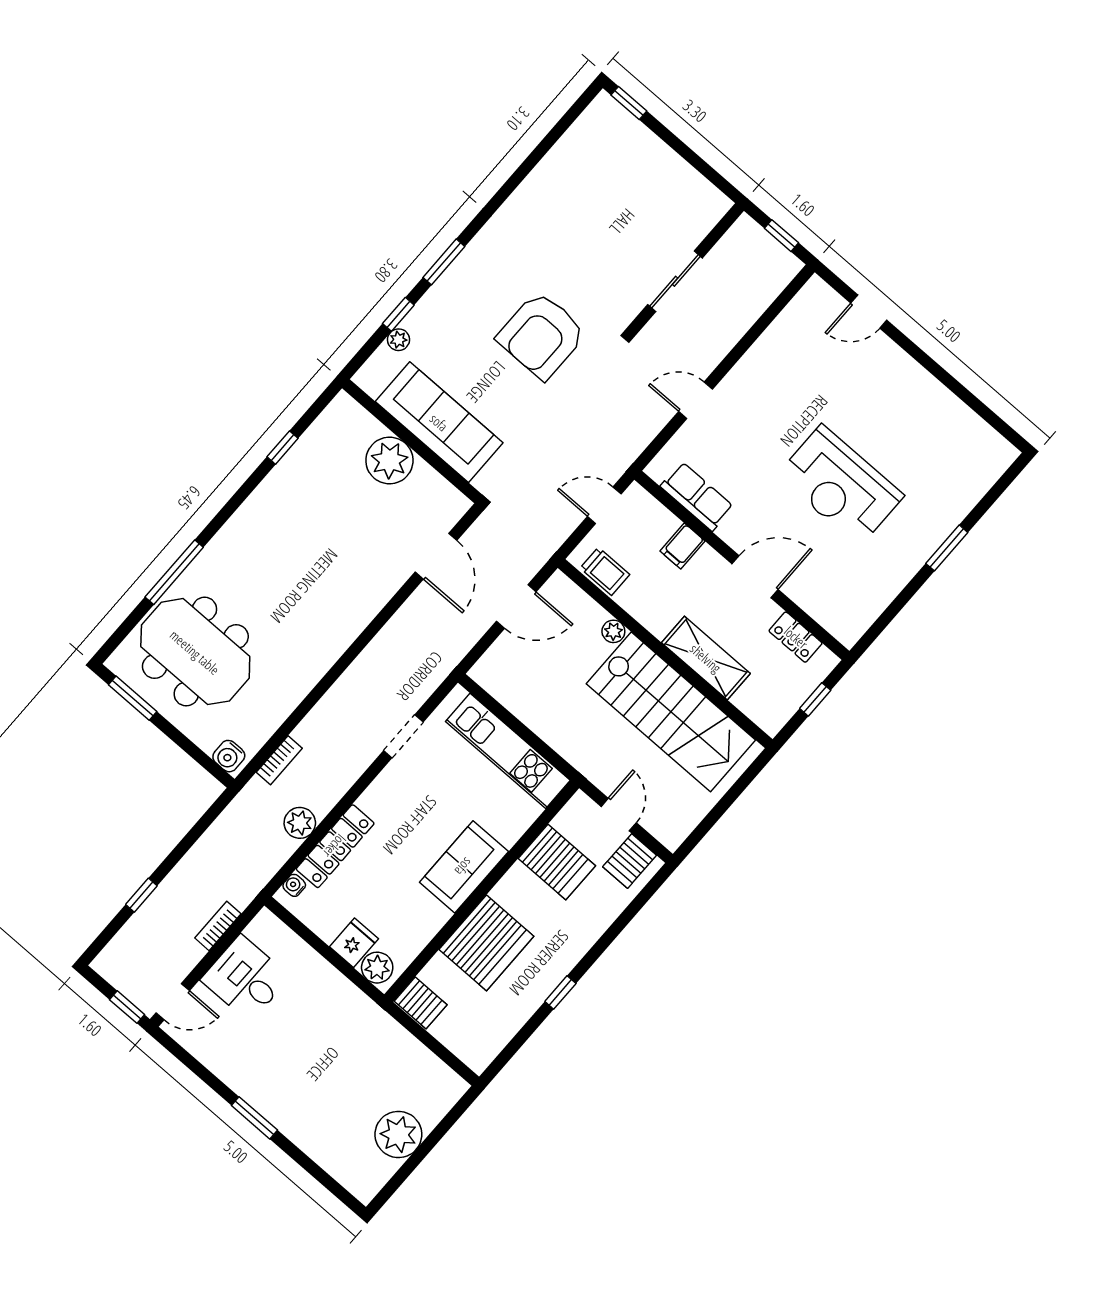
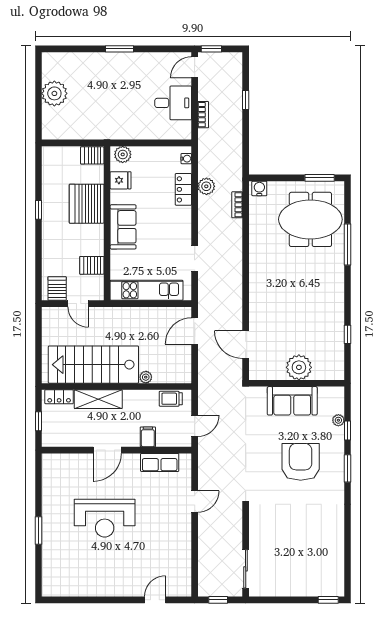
sliding door: (675, 281) -> (246, 569), moved
armchair: (542, 335) -> (301, 462), moved
sofa: (439, 422) -> (292, 401), width x0.73
reception desk: (840, 485) -> (105, 518), turned 180
door: (516, 607) -> (195, 331), moved
locker: (796, 637) -> (59, 397), moved, turned 180
locker: (335, 846) -> (183, 189), width x0.66
server rack: (557, 862) -> (92, 265), width x0.73, depth x0.70
fridge: (354, 943) -> (121, 180), moved, turned -90

